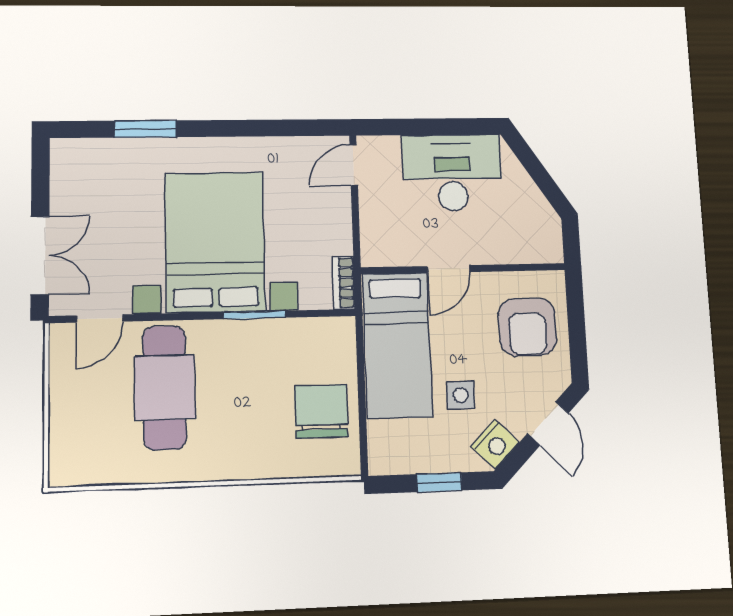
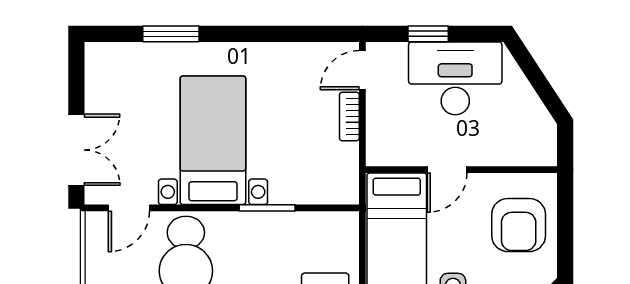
window: (422, 127) -> (428, 34), added
bed with nightstands: (215, 242) -> (213, 140), width x0.73
bookcase: (344, 283) -> (349, 117), moved

